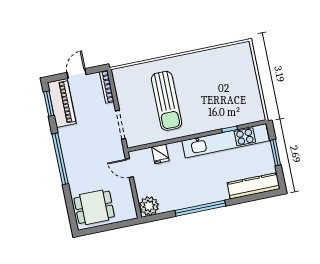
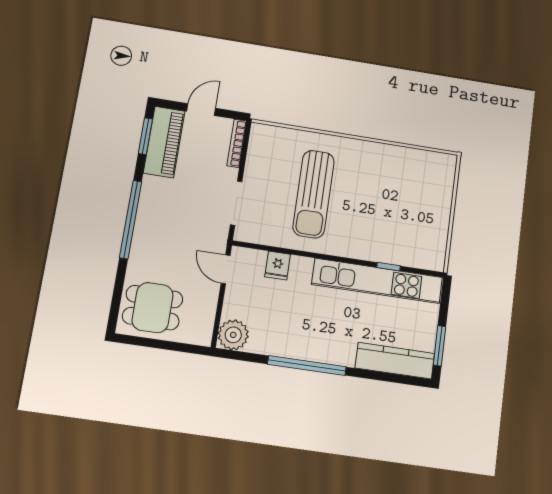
window: (275, 153) -> (439, 346), moved

